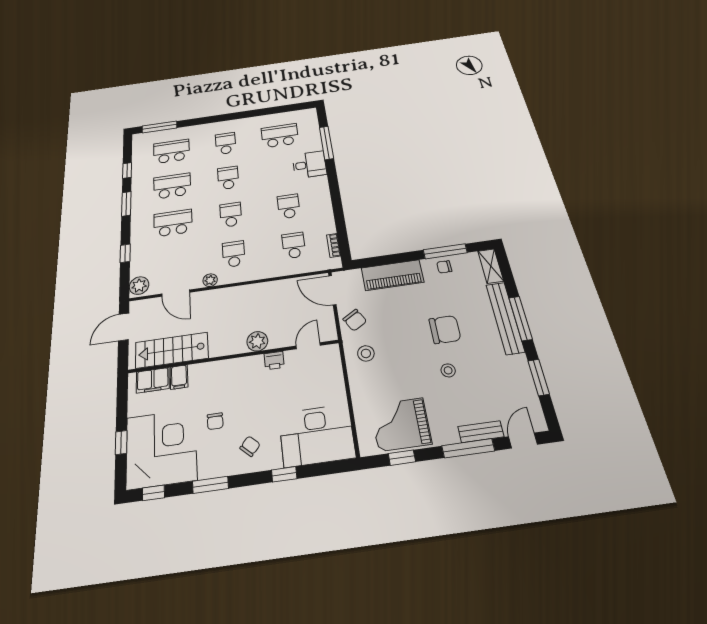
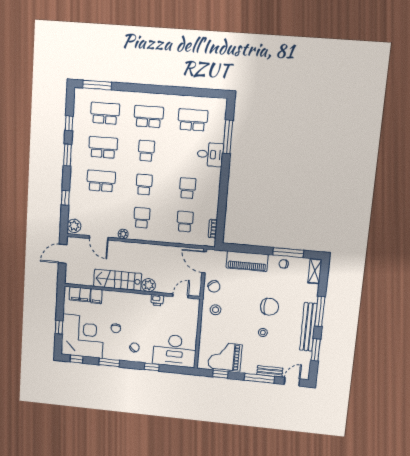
school desk: (226, 143) -> (149, 117), width x1.85
bench: (505, 318) -> (308, 327), moved
stairs: (172, 350) -> (118, 280), moved

